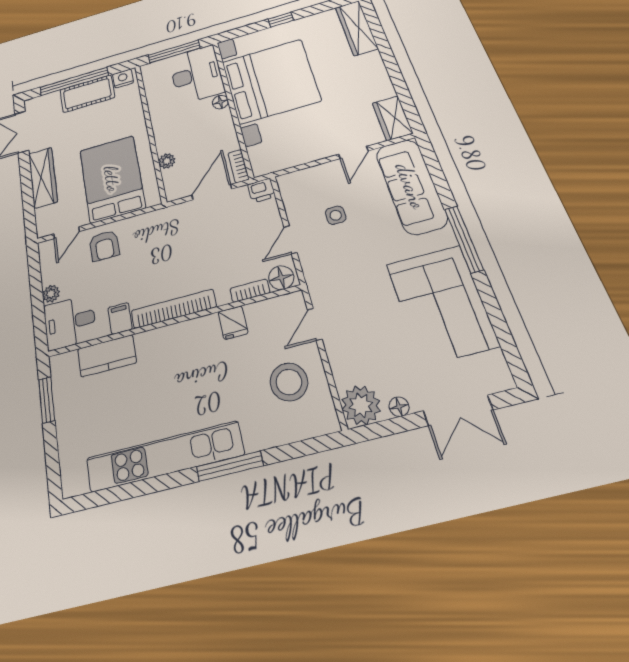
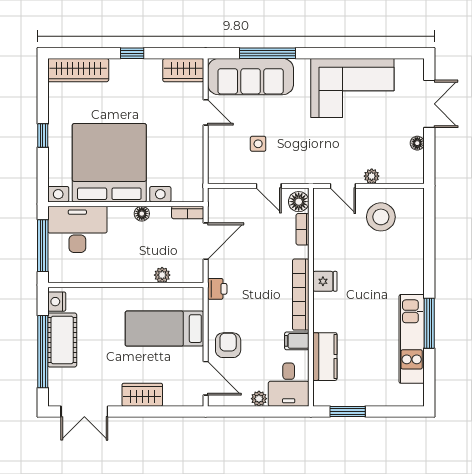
window: (392, 67) -> (132, 53), added
floor lamp: (220, 102) -> (142, 214), moved
wardrobe: (43, 177) -> (142, 395), width x0.67
bed: (112, 179) -> (164, 329), width x0.67
printer: (261, 190) -> (217, 289), moved
door: (212, 192) -> (206, 241), swing flipped
door: (66, 233) -> (206, 378), width x1.38
window: (464, 239) -> (268, 53), moved
armchair: (104, 246) -> (228, 345), turned -90
fridge: (233, 323) -> (325, 281), moved
plant: (361, 405) -> (372, 176), moved, width x0.53, depth x0.53
kitchen unit: (164, 457) -> (412, 339), width x0.73
window: (230, 466) -> (429, 323), moved

